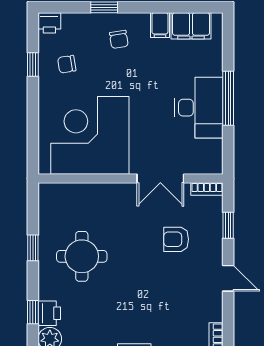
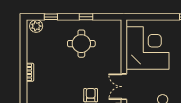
printer: (49, 313) -> (50, 26), removed

